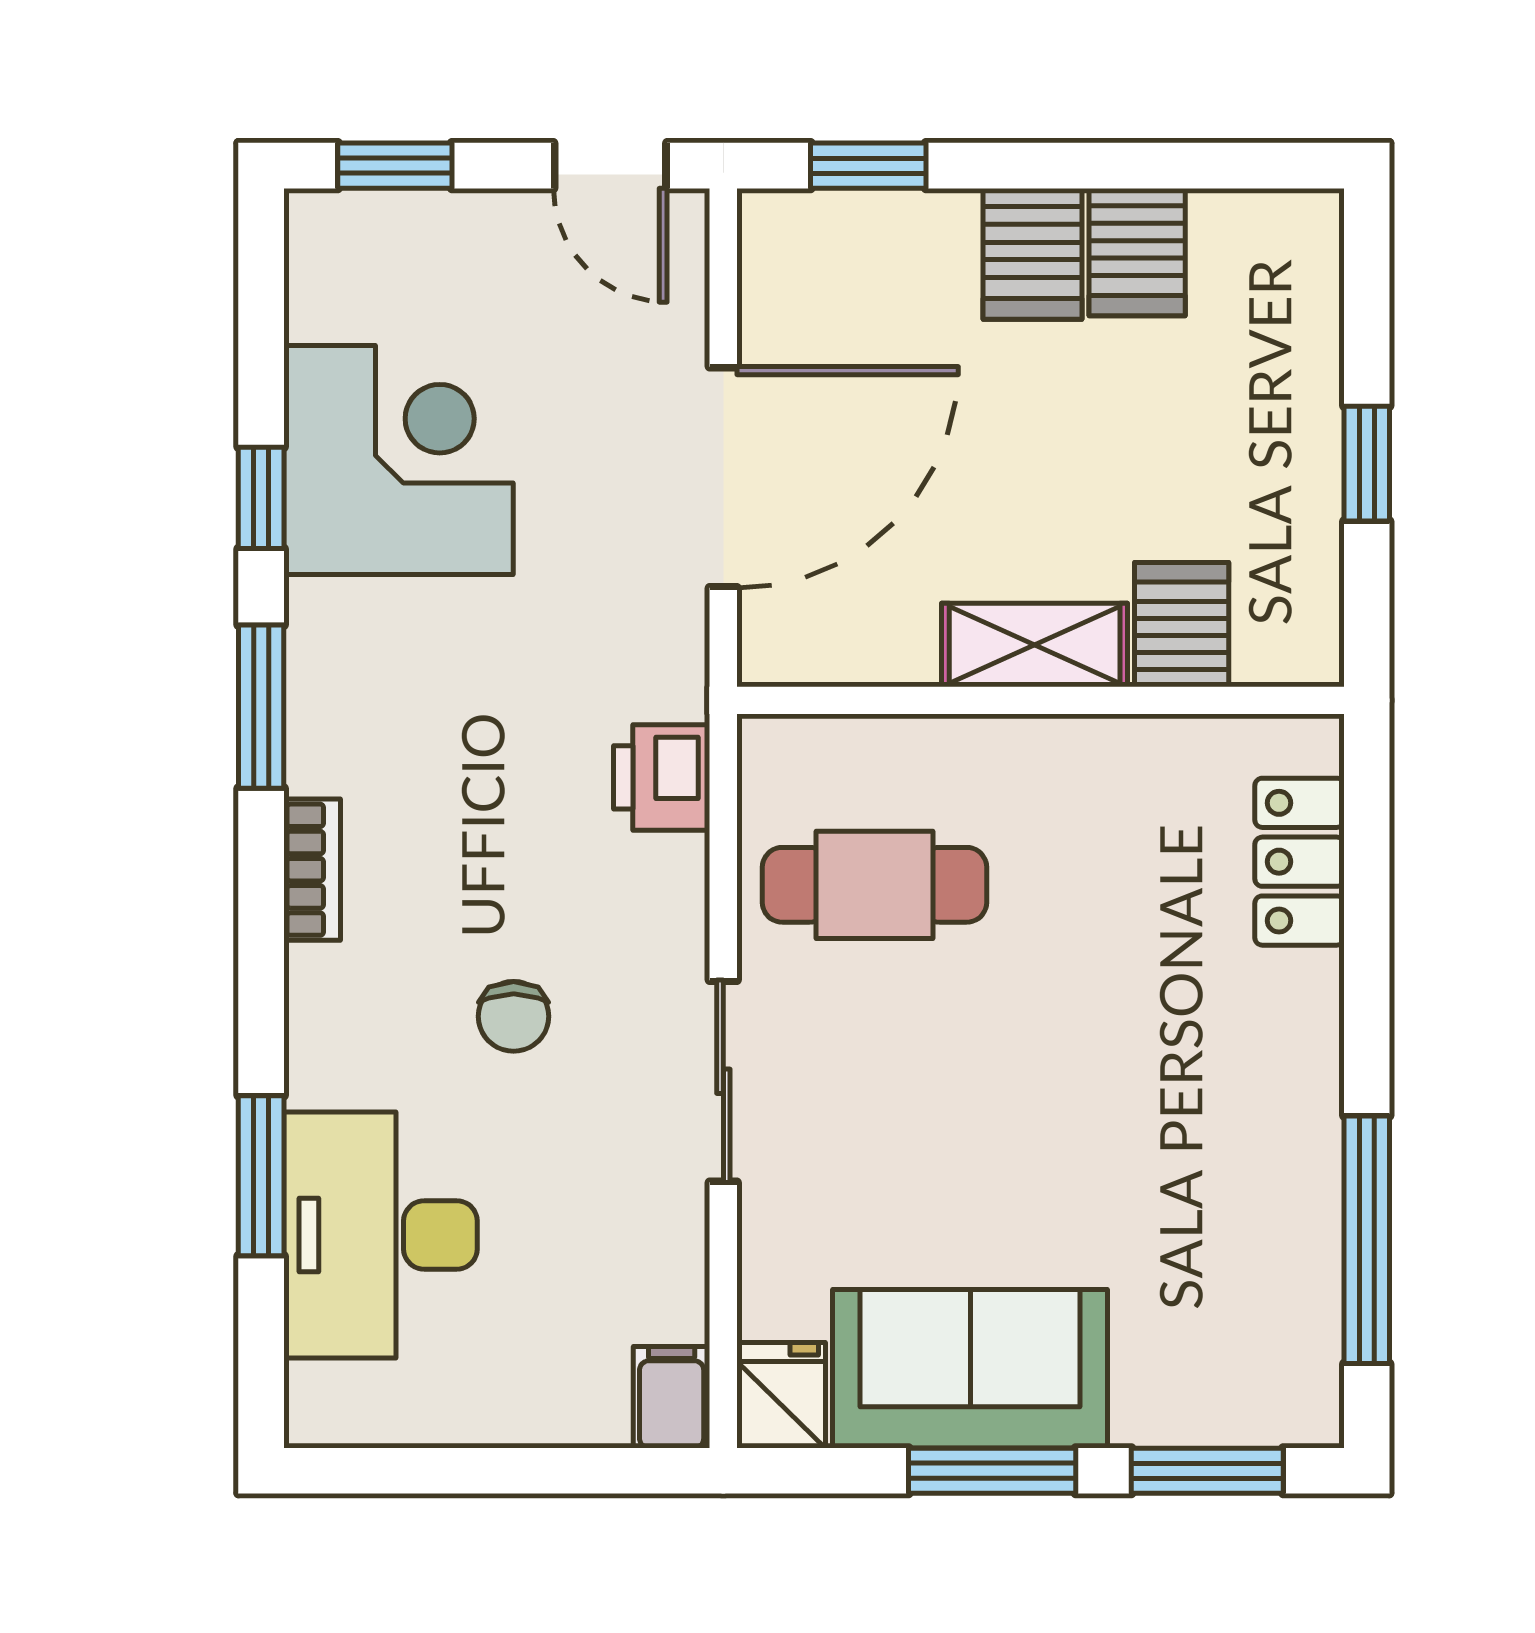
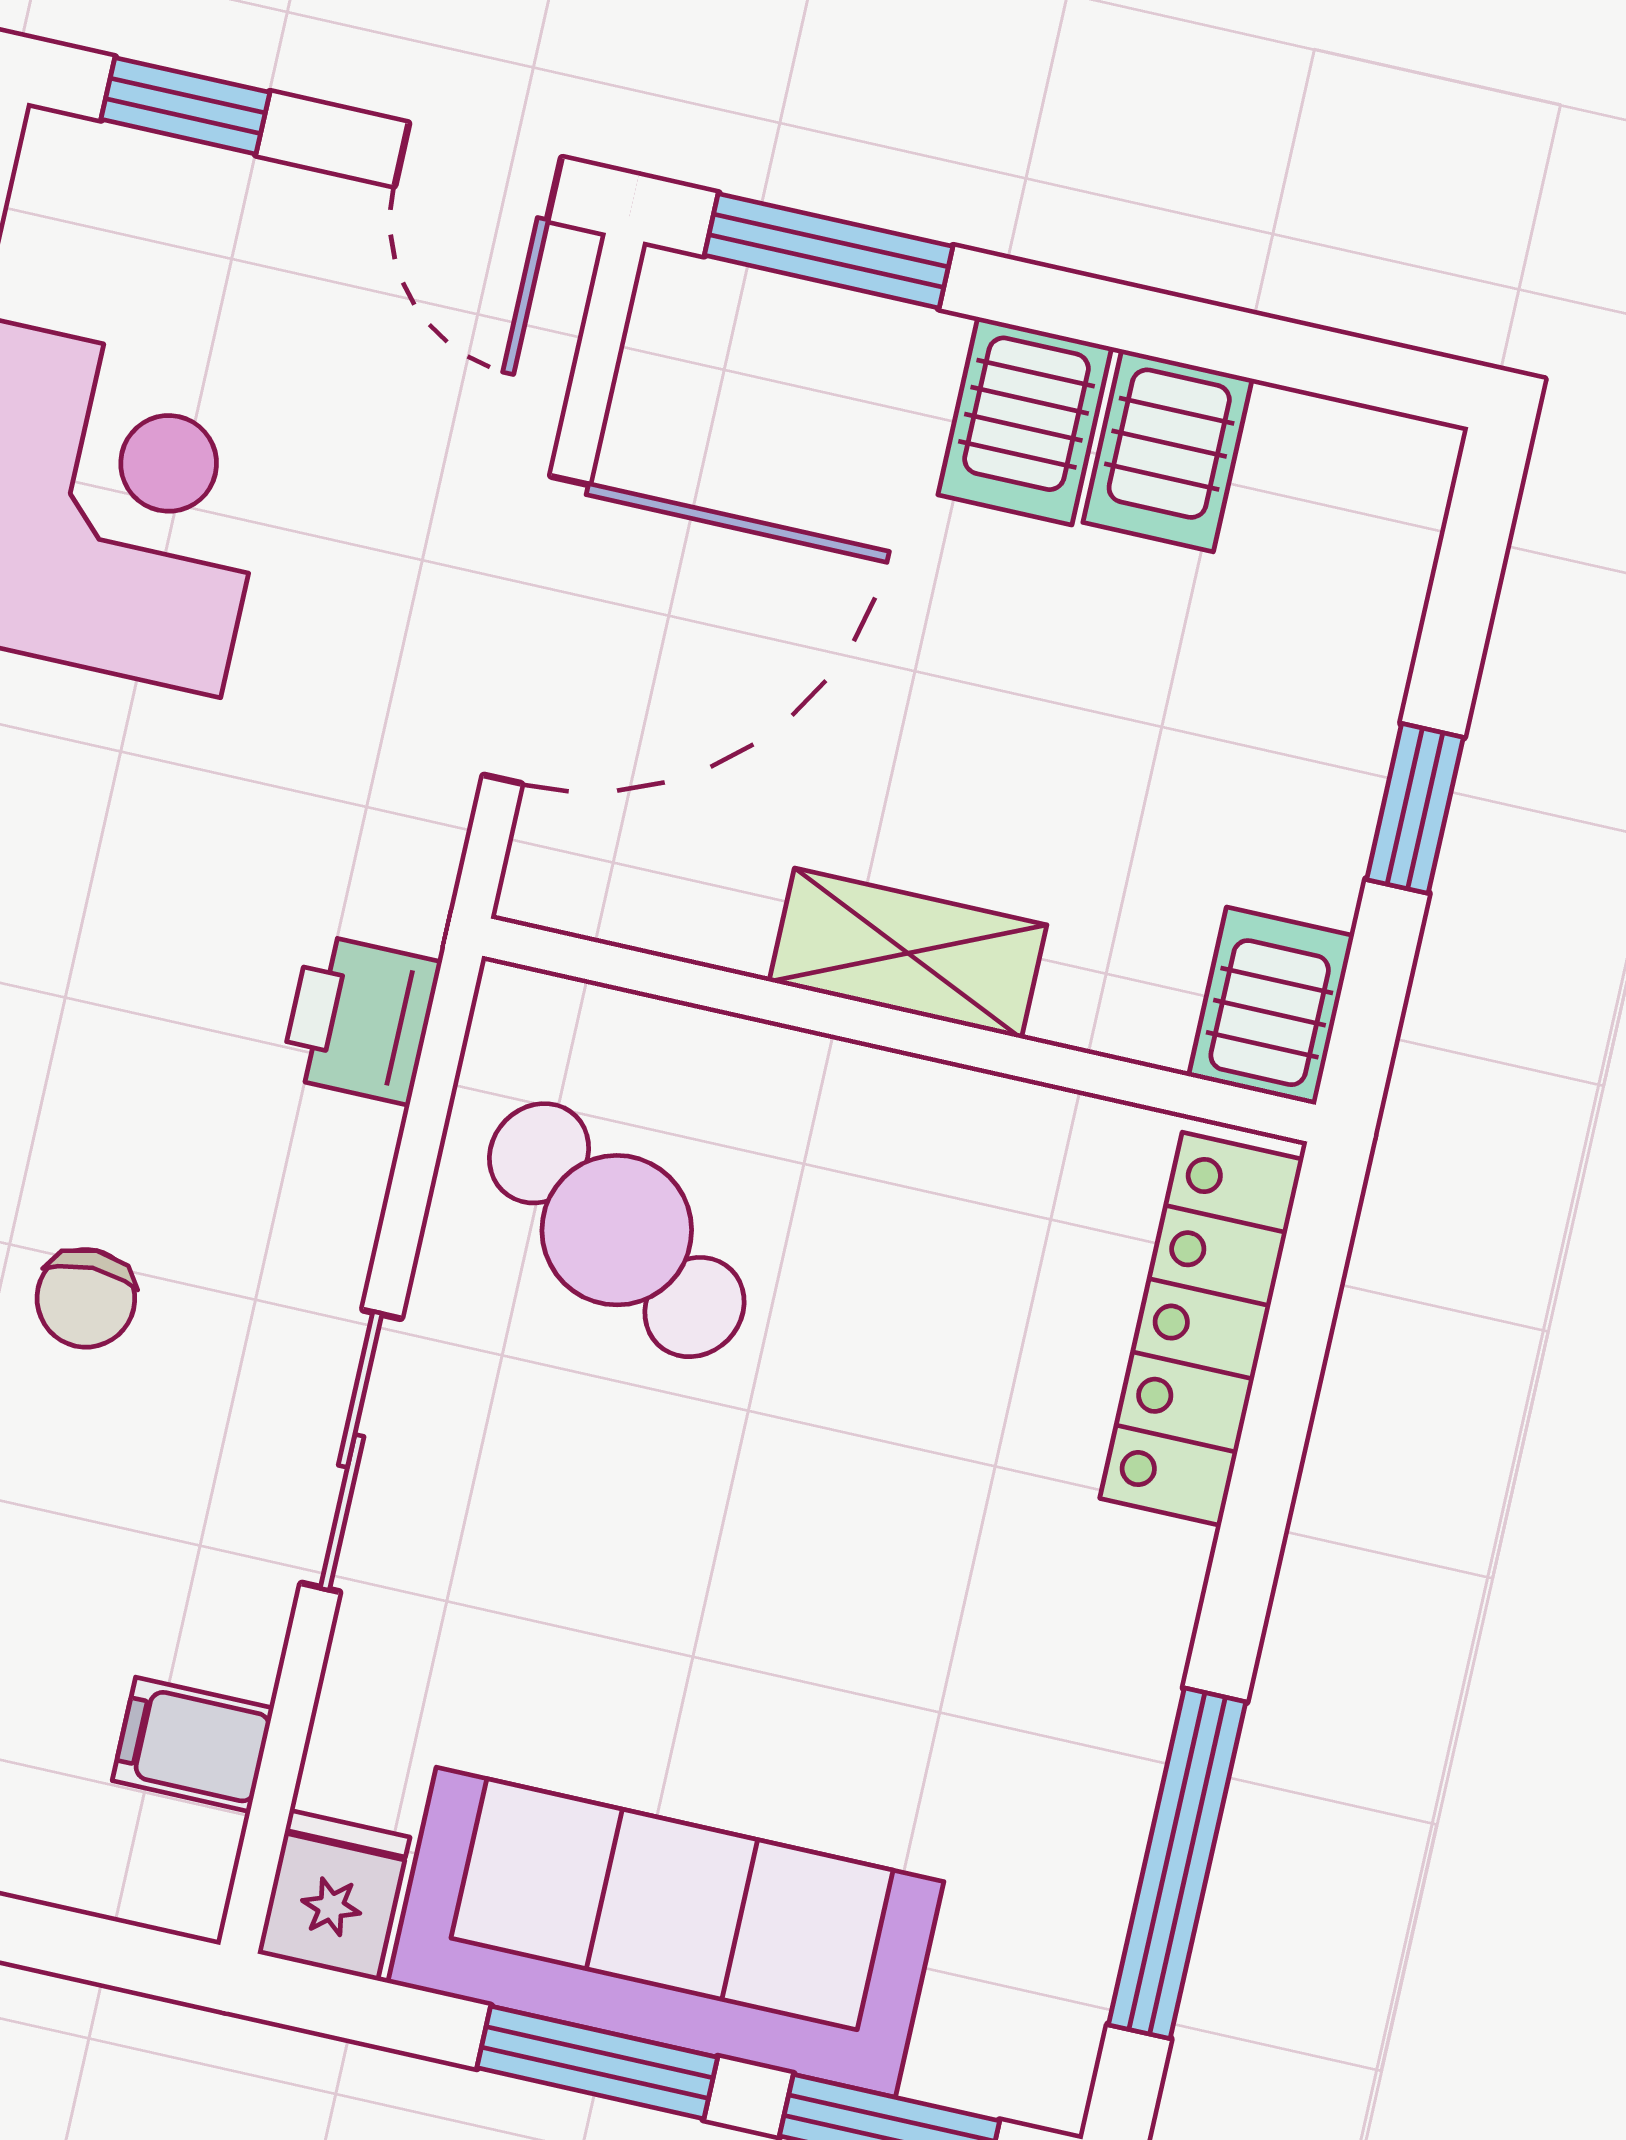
window: (868, 166) -> (829, 251), width x1.50
server rack: (1182, 625) -> (1271, 1006), moved
locker: (1300, 862) -> (1202, 1329), width x1.53
cafe table: (874, 885) -> (617, 1230), turned 32
sofa: (970, 1369) -> (666, 1932), width x1.36
filing cabinet: (672, 1397) -> (193, 1744), moved, turned -90

